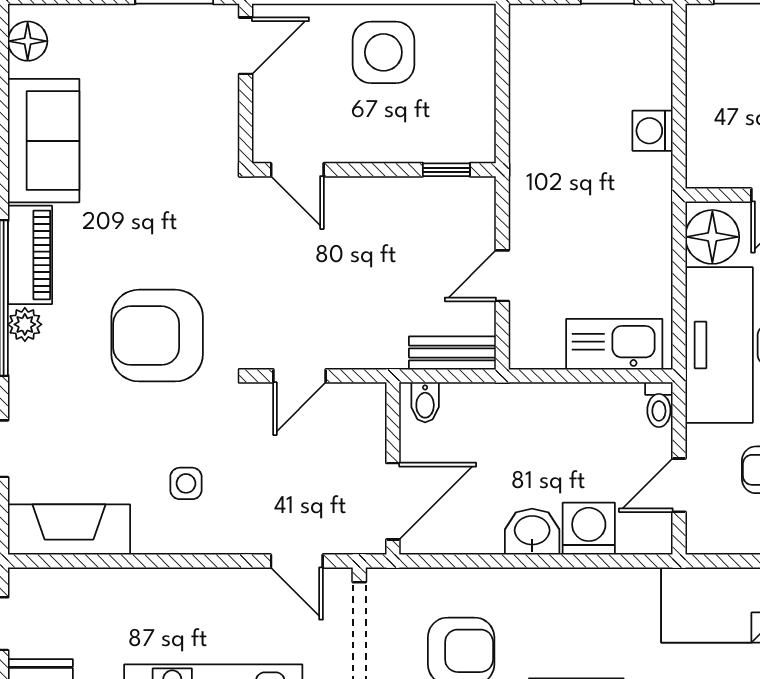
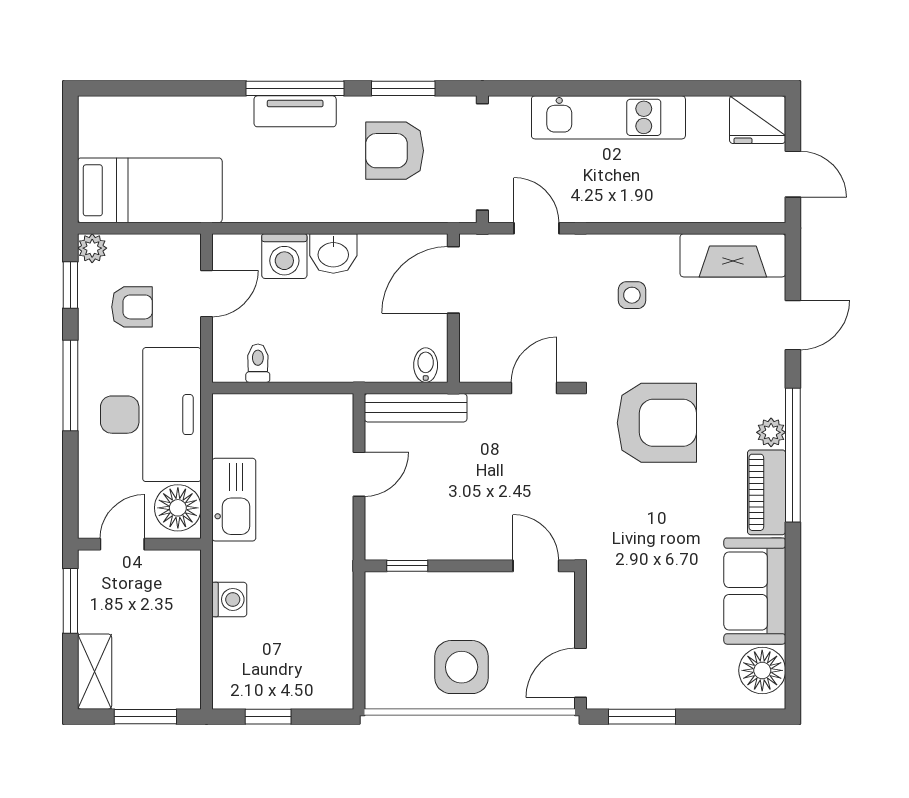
floor lamp: (28, 41) -> (762, 670), width x1.38, depth x1.38
kitchen sink: (614, 344) -> (234, 500), moved, turned -90
bench: (452, 353) -> (416, 408), width x1.36
toilet: (659, 405) -> (258, 363), moved

